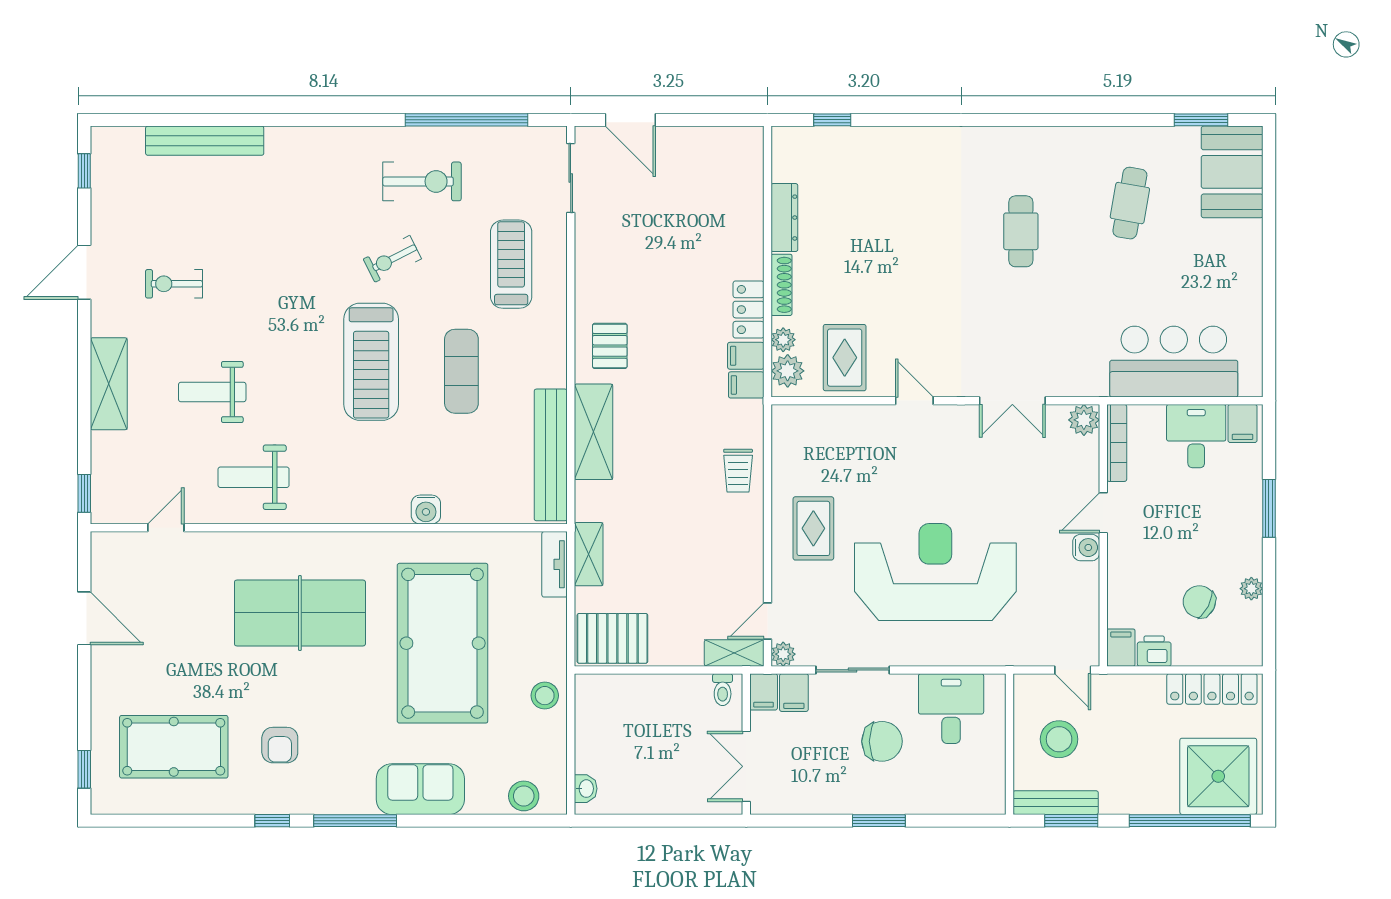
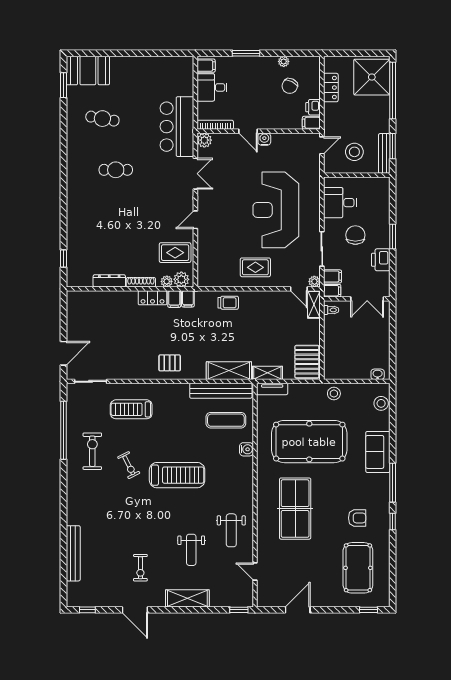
bar counter: (1174, 362) -> (177, 127), moved
exercise mat: (461, 371) -> (226, 420), moved
shelving: (594, 432) -> (229, 371), moved
locker: (1212, 689) -> (331, 88), width x0.66
printer: (829, 795) -> (381, 260), added

